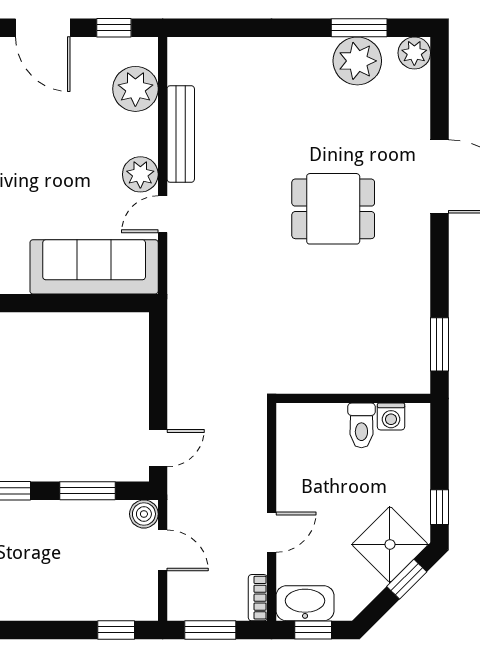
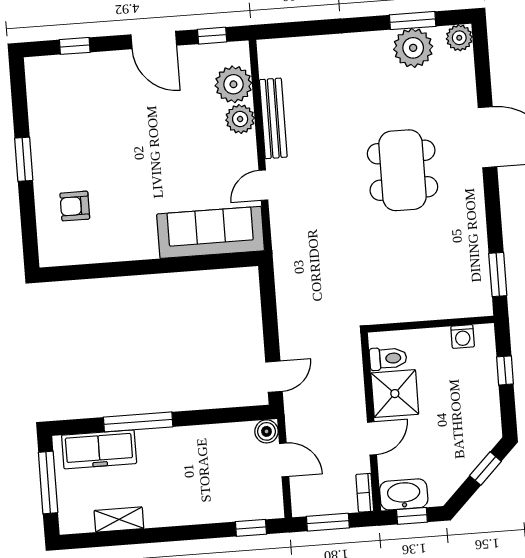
plant: (140, 174) -> (240, 119), moved
dining table: (333, 209) -> (403, 170), width x1.38
toilet: (361, 425) -> (388, 358), moved, turned -90
window: (88, 491) -> (219, 416), removed
window: (440, 507) -> (505, 370), moved
shower: (390, 544) -> (395, 394), moved, turned 45

